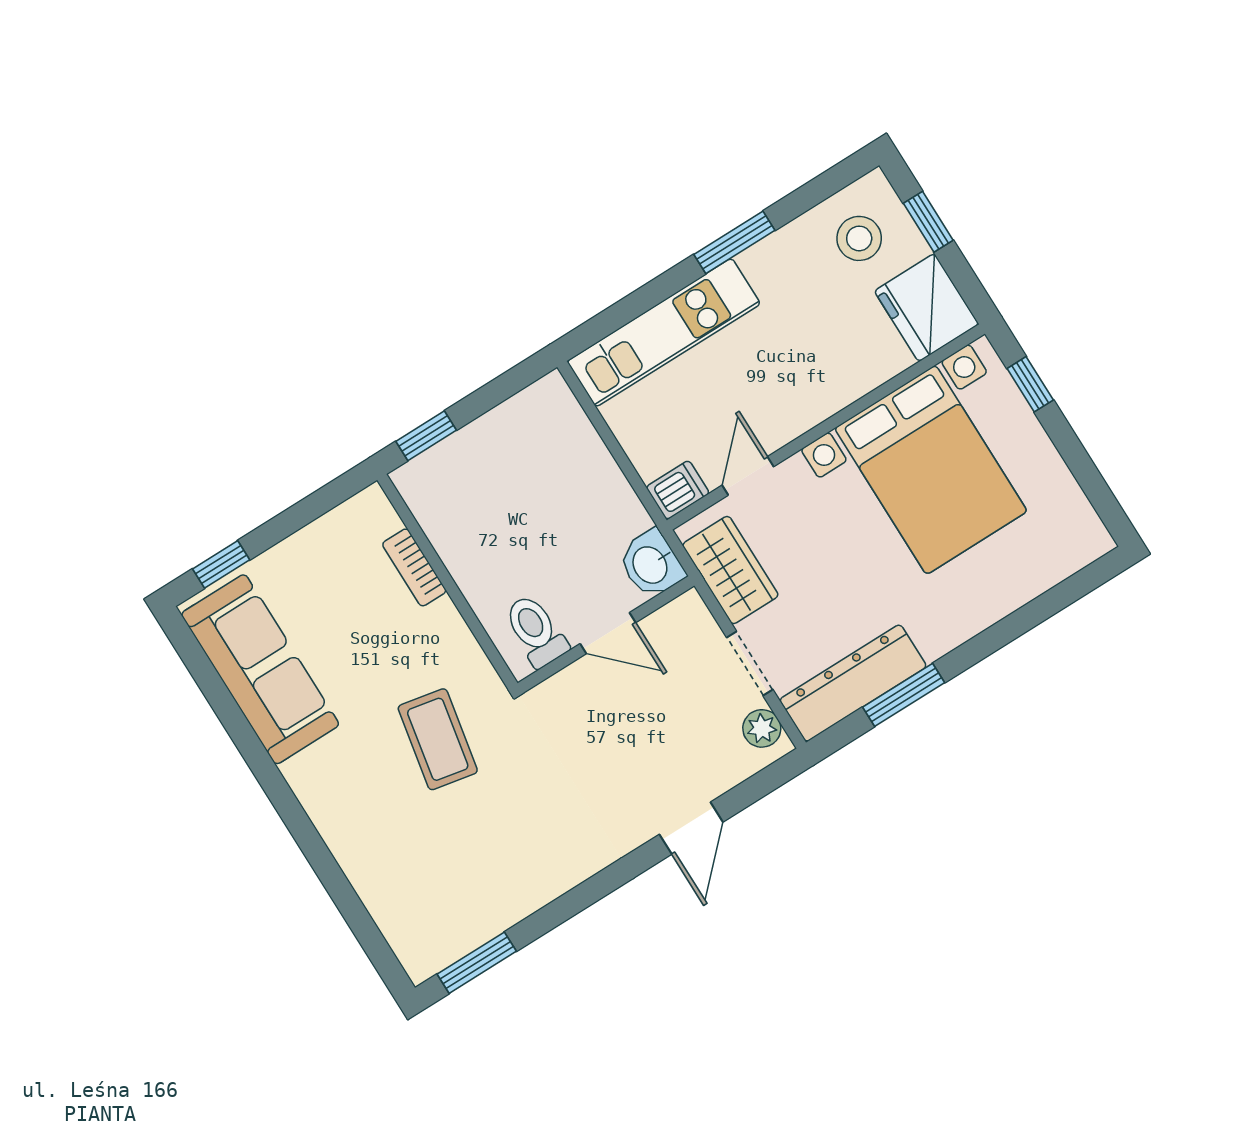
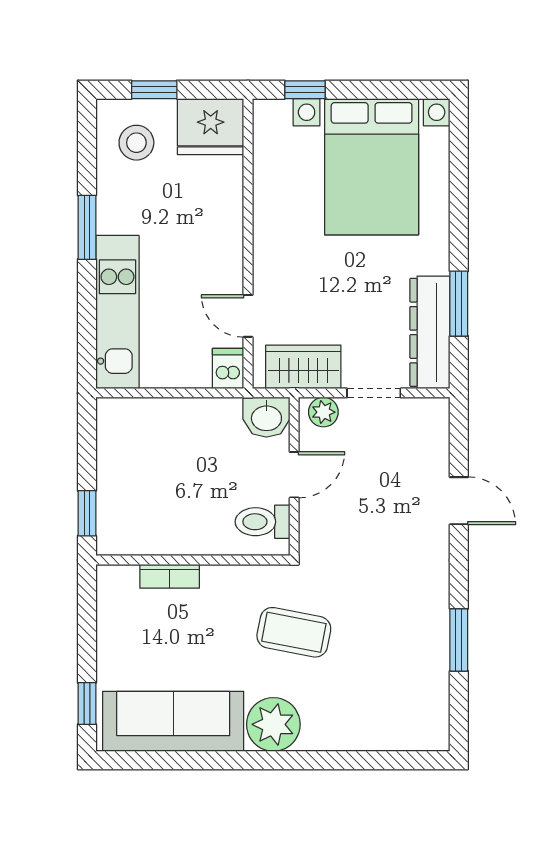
bed with nightstands: (931, 470) -> (372, 167), moved, turned 90
plant: (762, 728) -> (323, 412), moved
plant: (325, 779) -> (273, 724), added
window: (477, 963) -> (459, 640), moved

